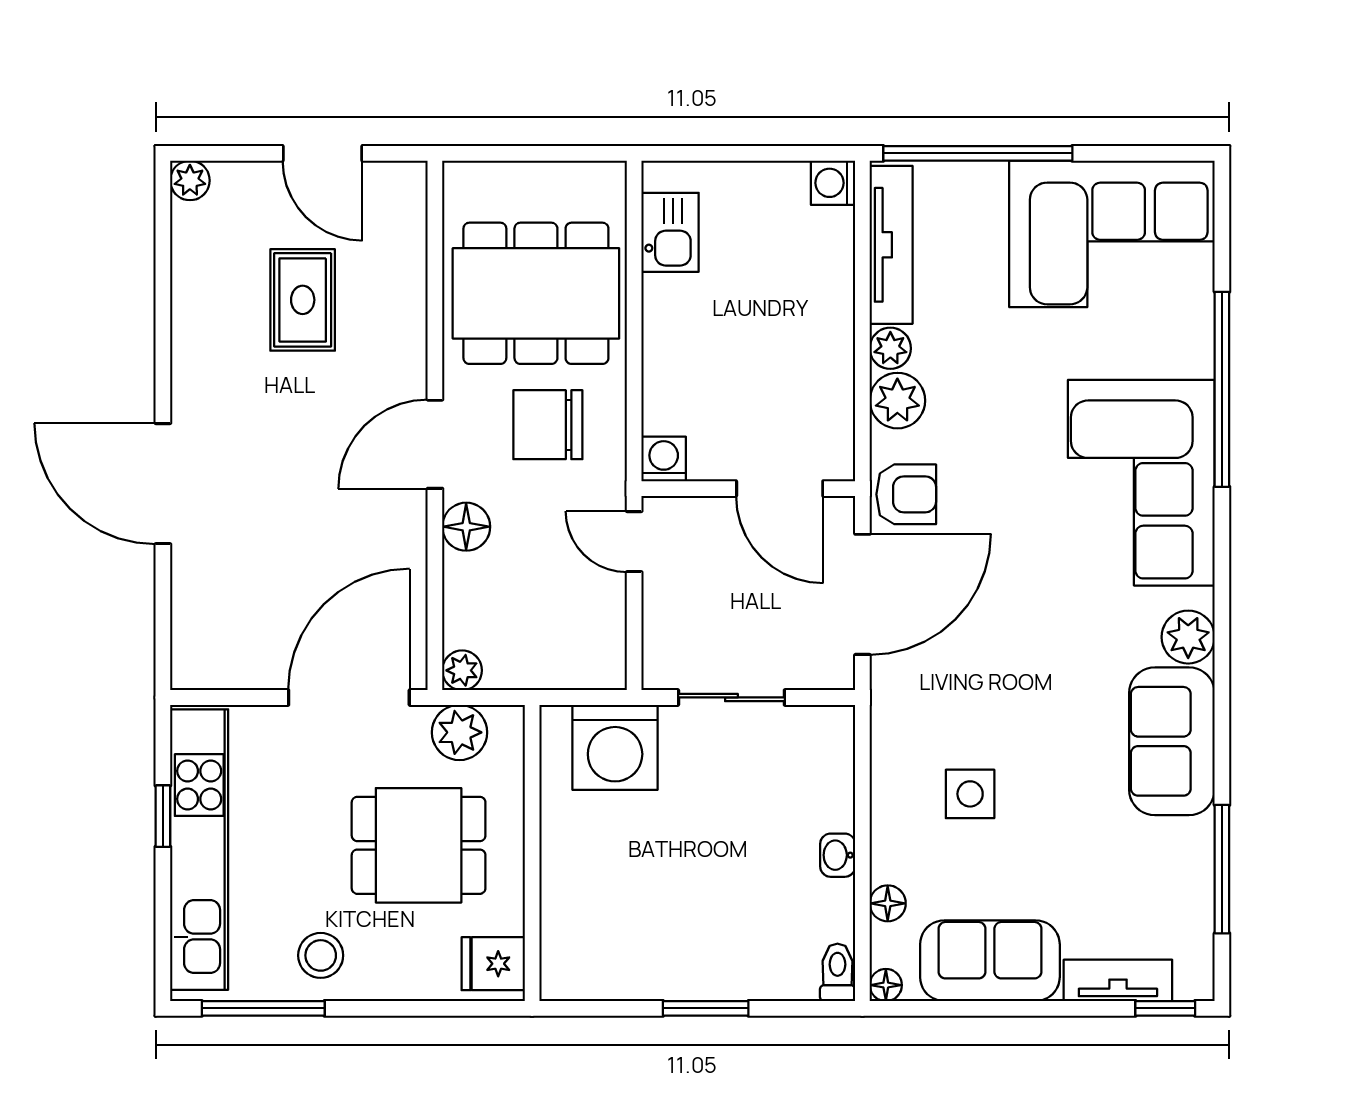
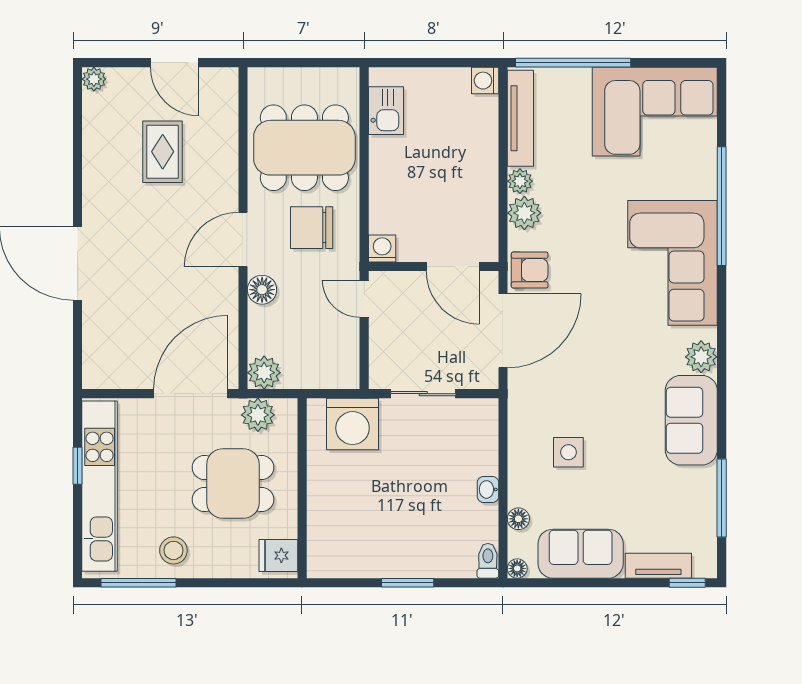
plant: (462, 670) -> (264, 373), width x1.38, depth x1.38

